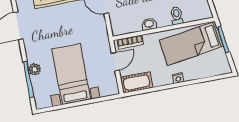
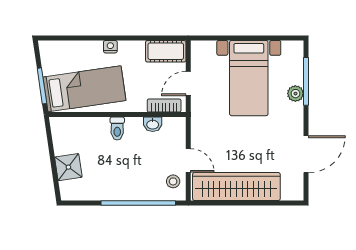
toilet: (177, 16) -> (117, 129), moved
washbasin: (149, 24) -> (153, 124), moved

